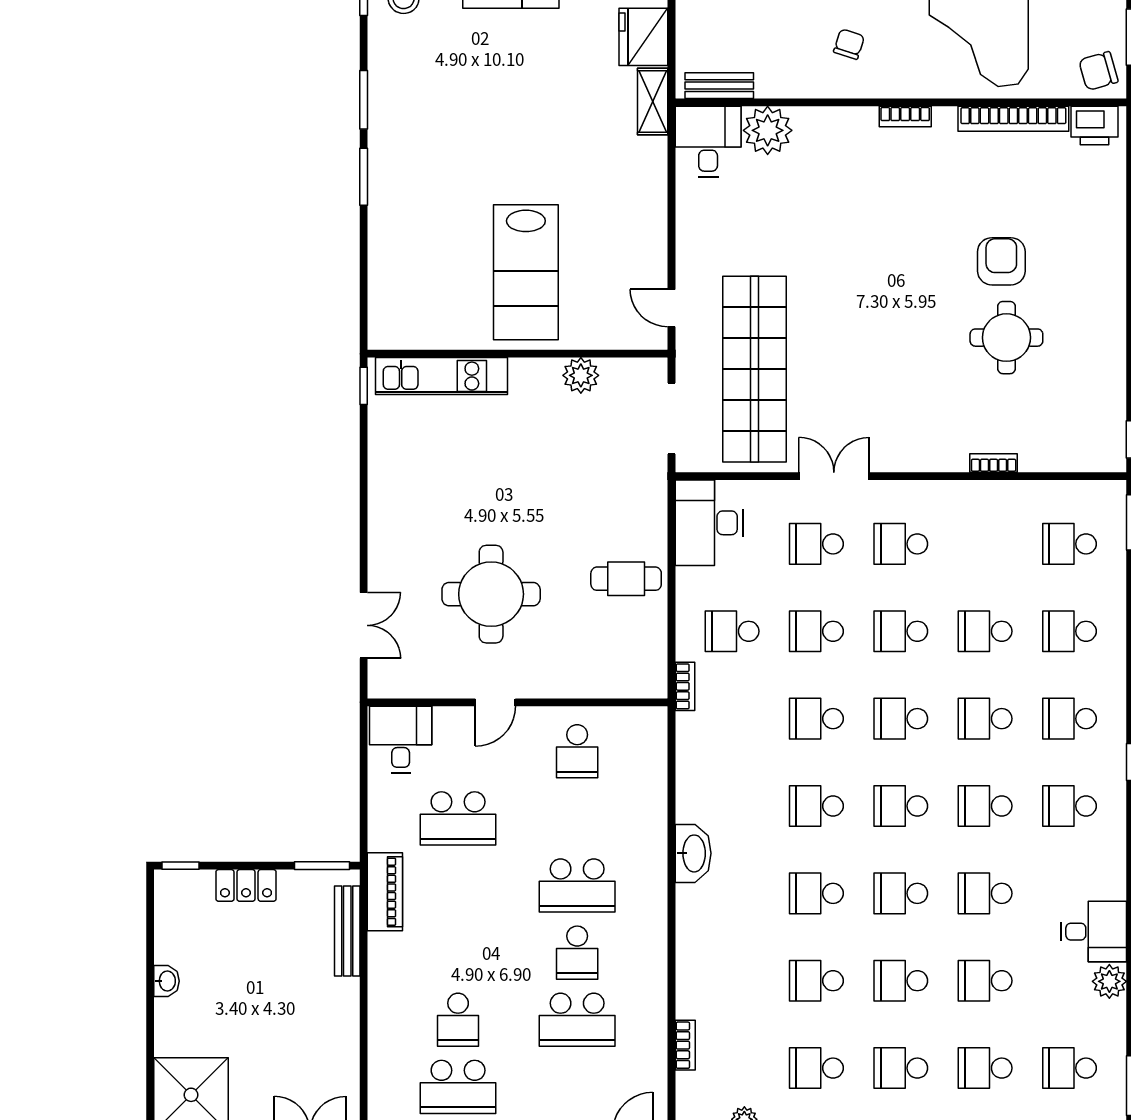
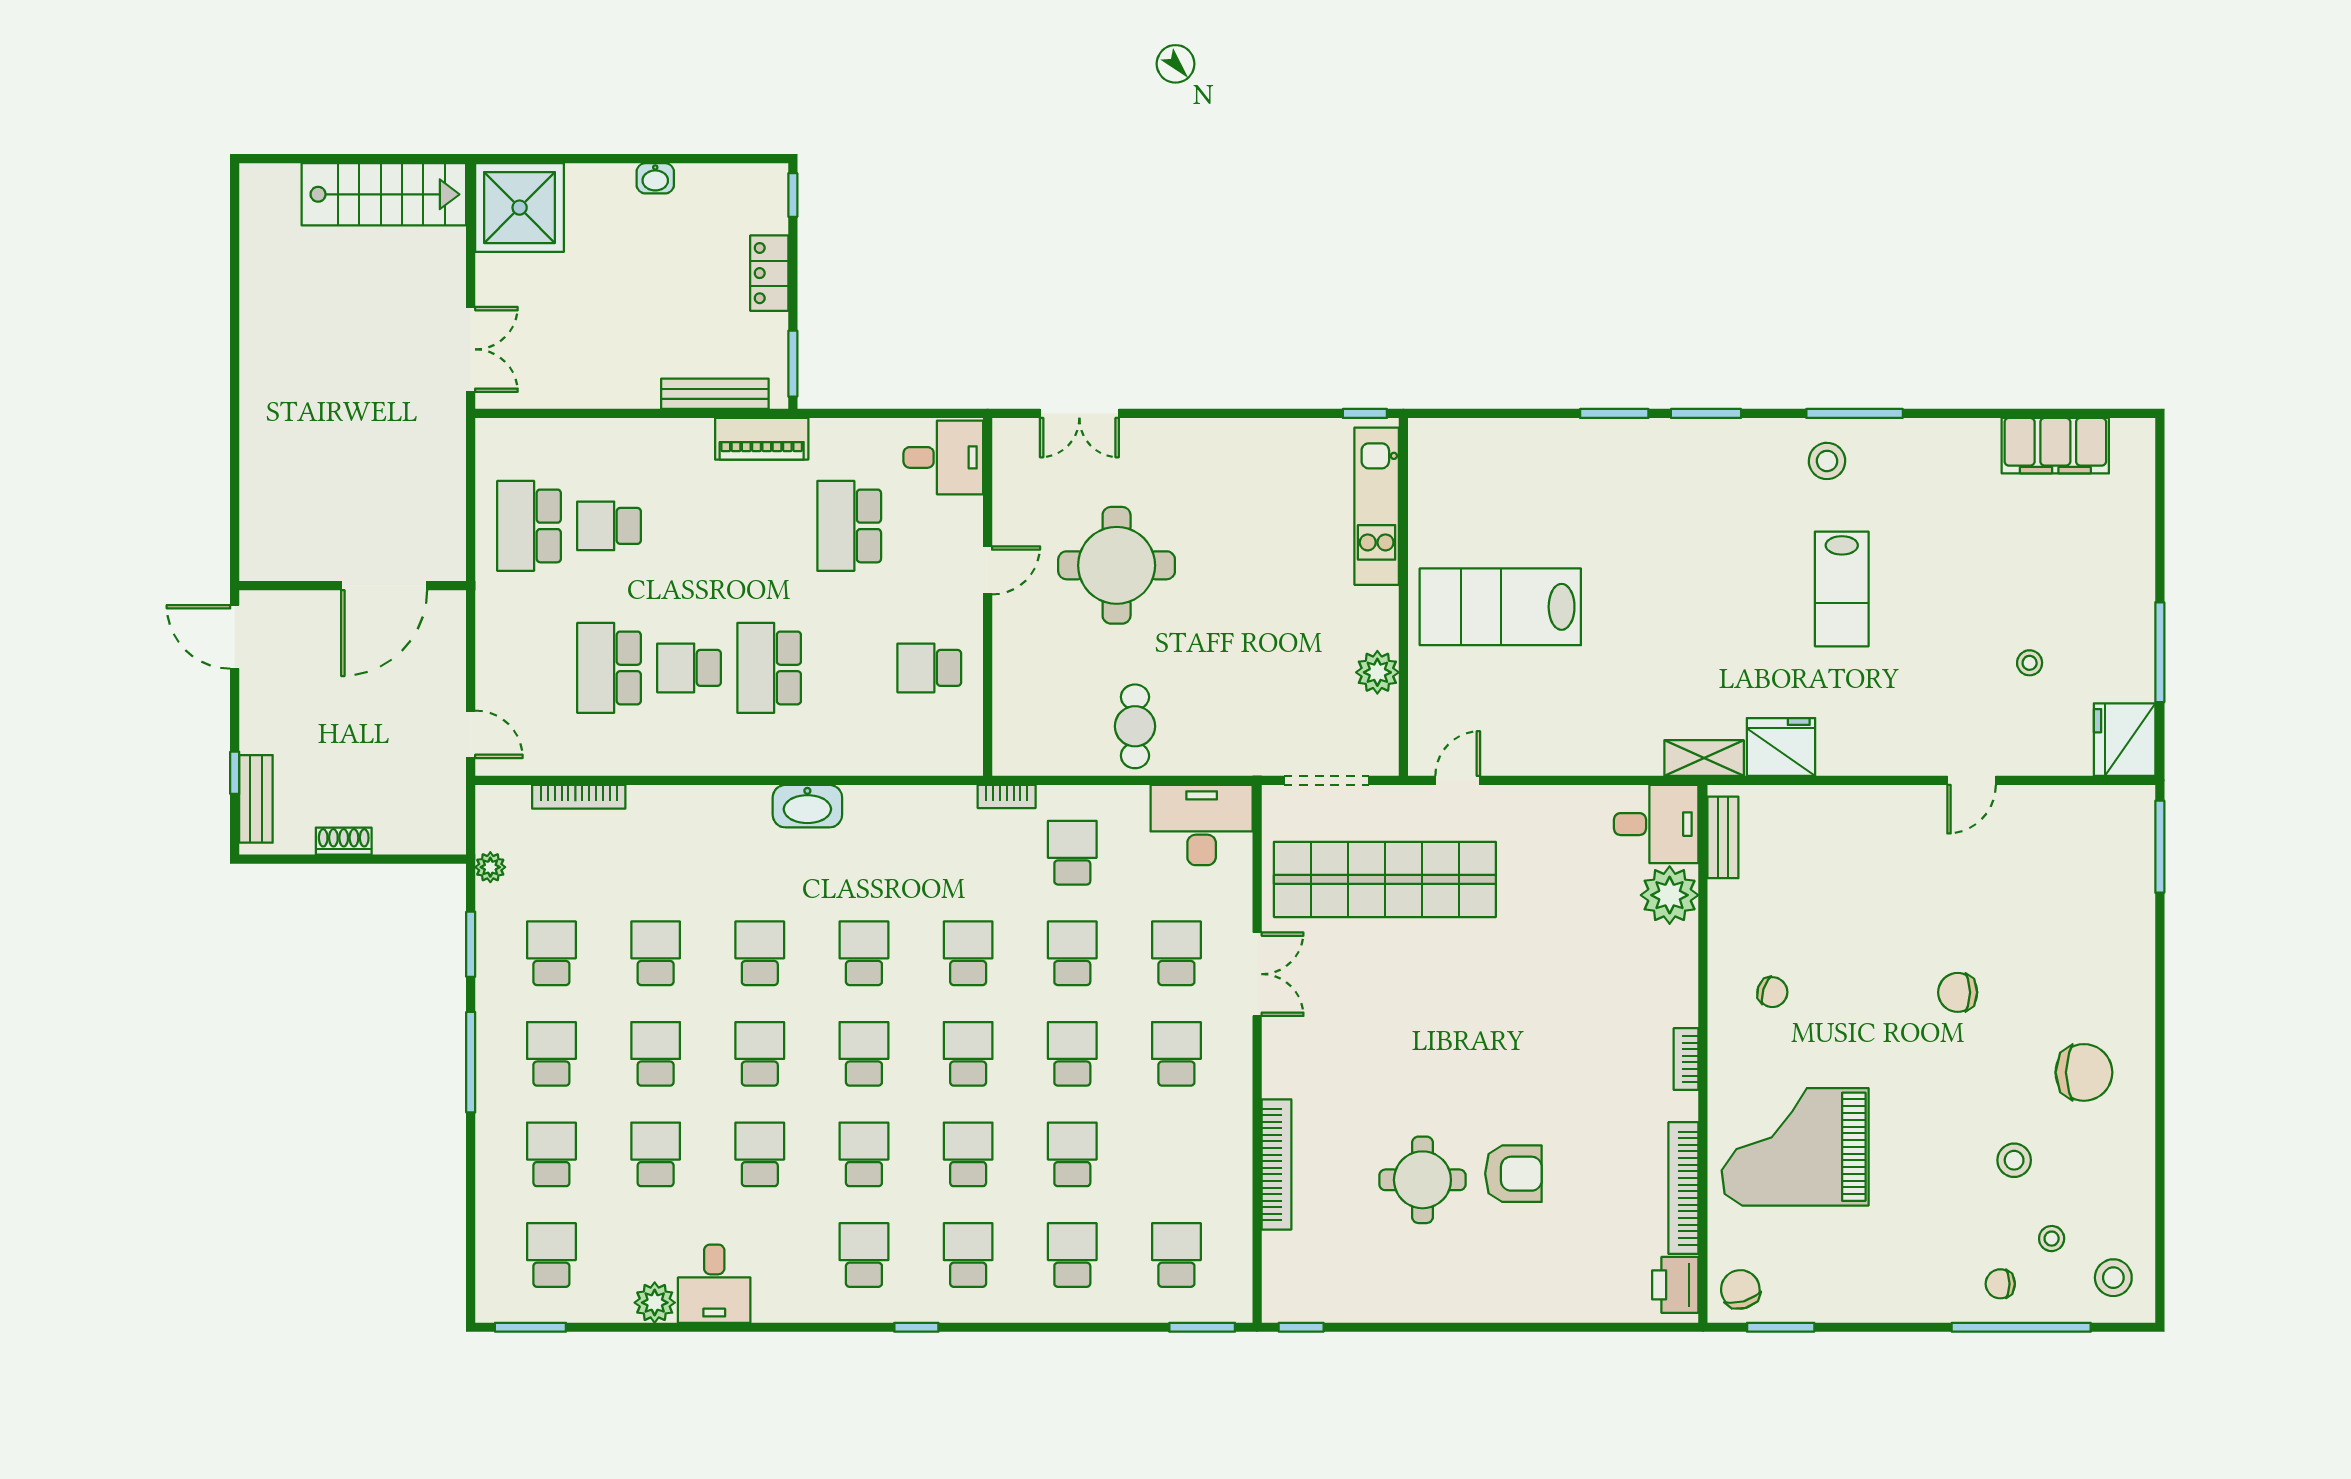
bookcase: (994, 463) -> (1276, 1164), width x2.31, depth x1.31
door: (495, 702) -> (988, 570), swing flipped
bookcase: (685, 1045) -> (579, 797), width x1.56

